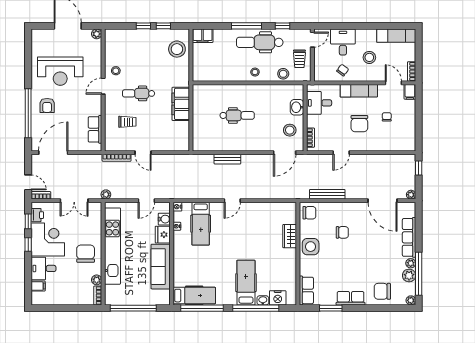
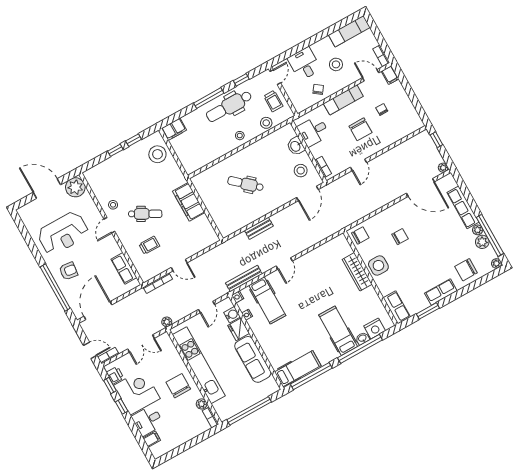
plant: (97, 34) -> (75, 187), width x1.88, depth x1.88
dental chair: (139, 93) -> (145, 214), turned -151
armchair: (47, 105) -> (68, 271), turned -83
dental chair: (237, 115) -> (246, 184), turned -138
bench: (327, 194) -> (244, 279), moved
wardrobe: (290, 236) -> (357, 272), width x1.50

